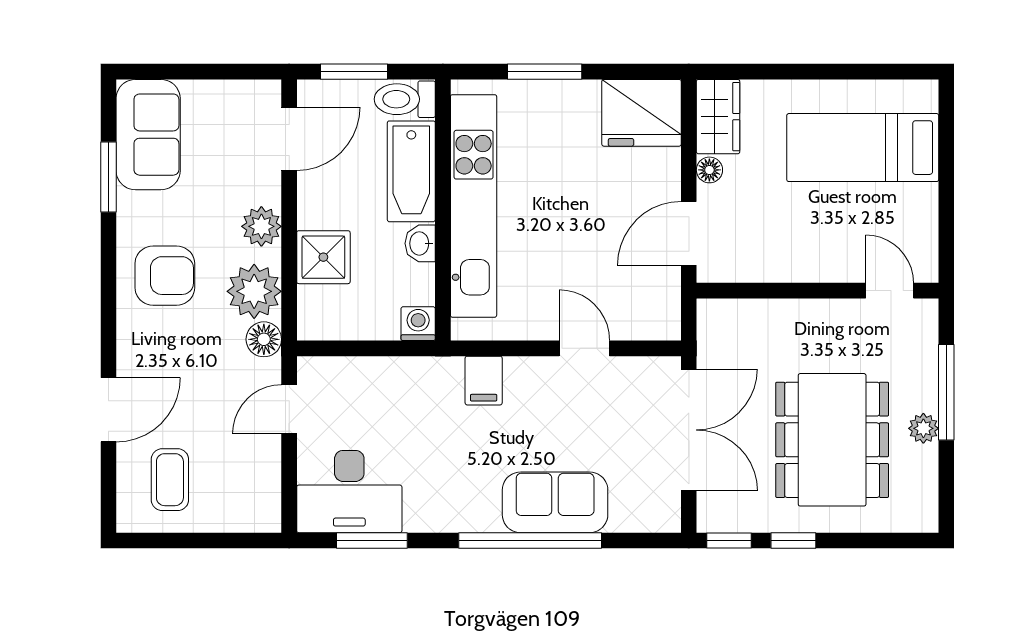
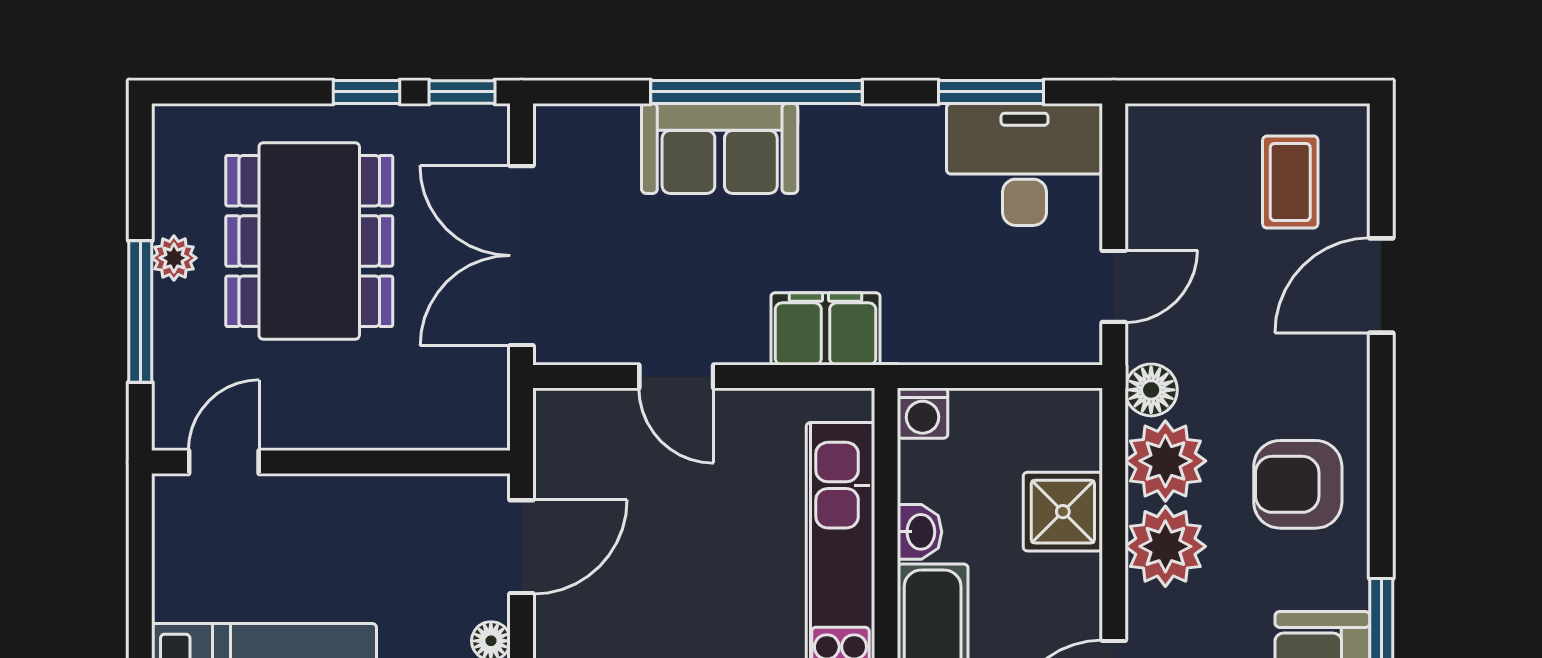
plant: (261, 226) -> (1165, 546), width x1.36, depth x1.36
door: (890, 291) -> (224, 462), swing flipped
filing cabinet: (484, 381) -> (825, 329), width x2.00

